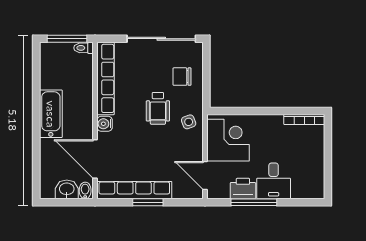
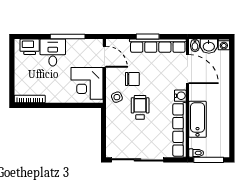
chair: (182, 77) -> (132, 79), moved
bathtub: (51, 114) -> (198, 119), moved, turned 180
printer: (243, 189) -> (30, 47), moved
washing machine: (47, 192) -> (224, 44), added

